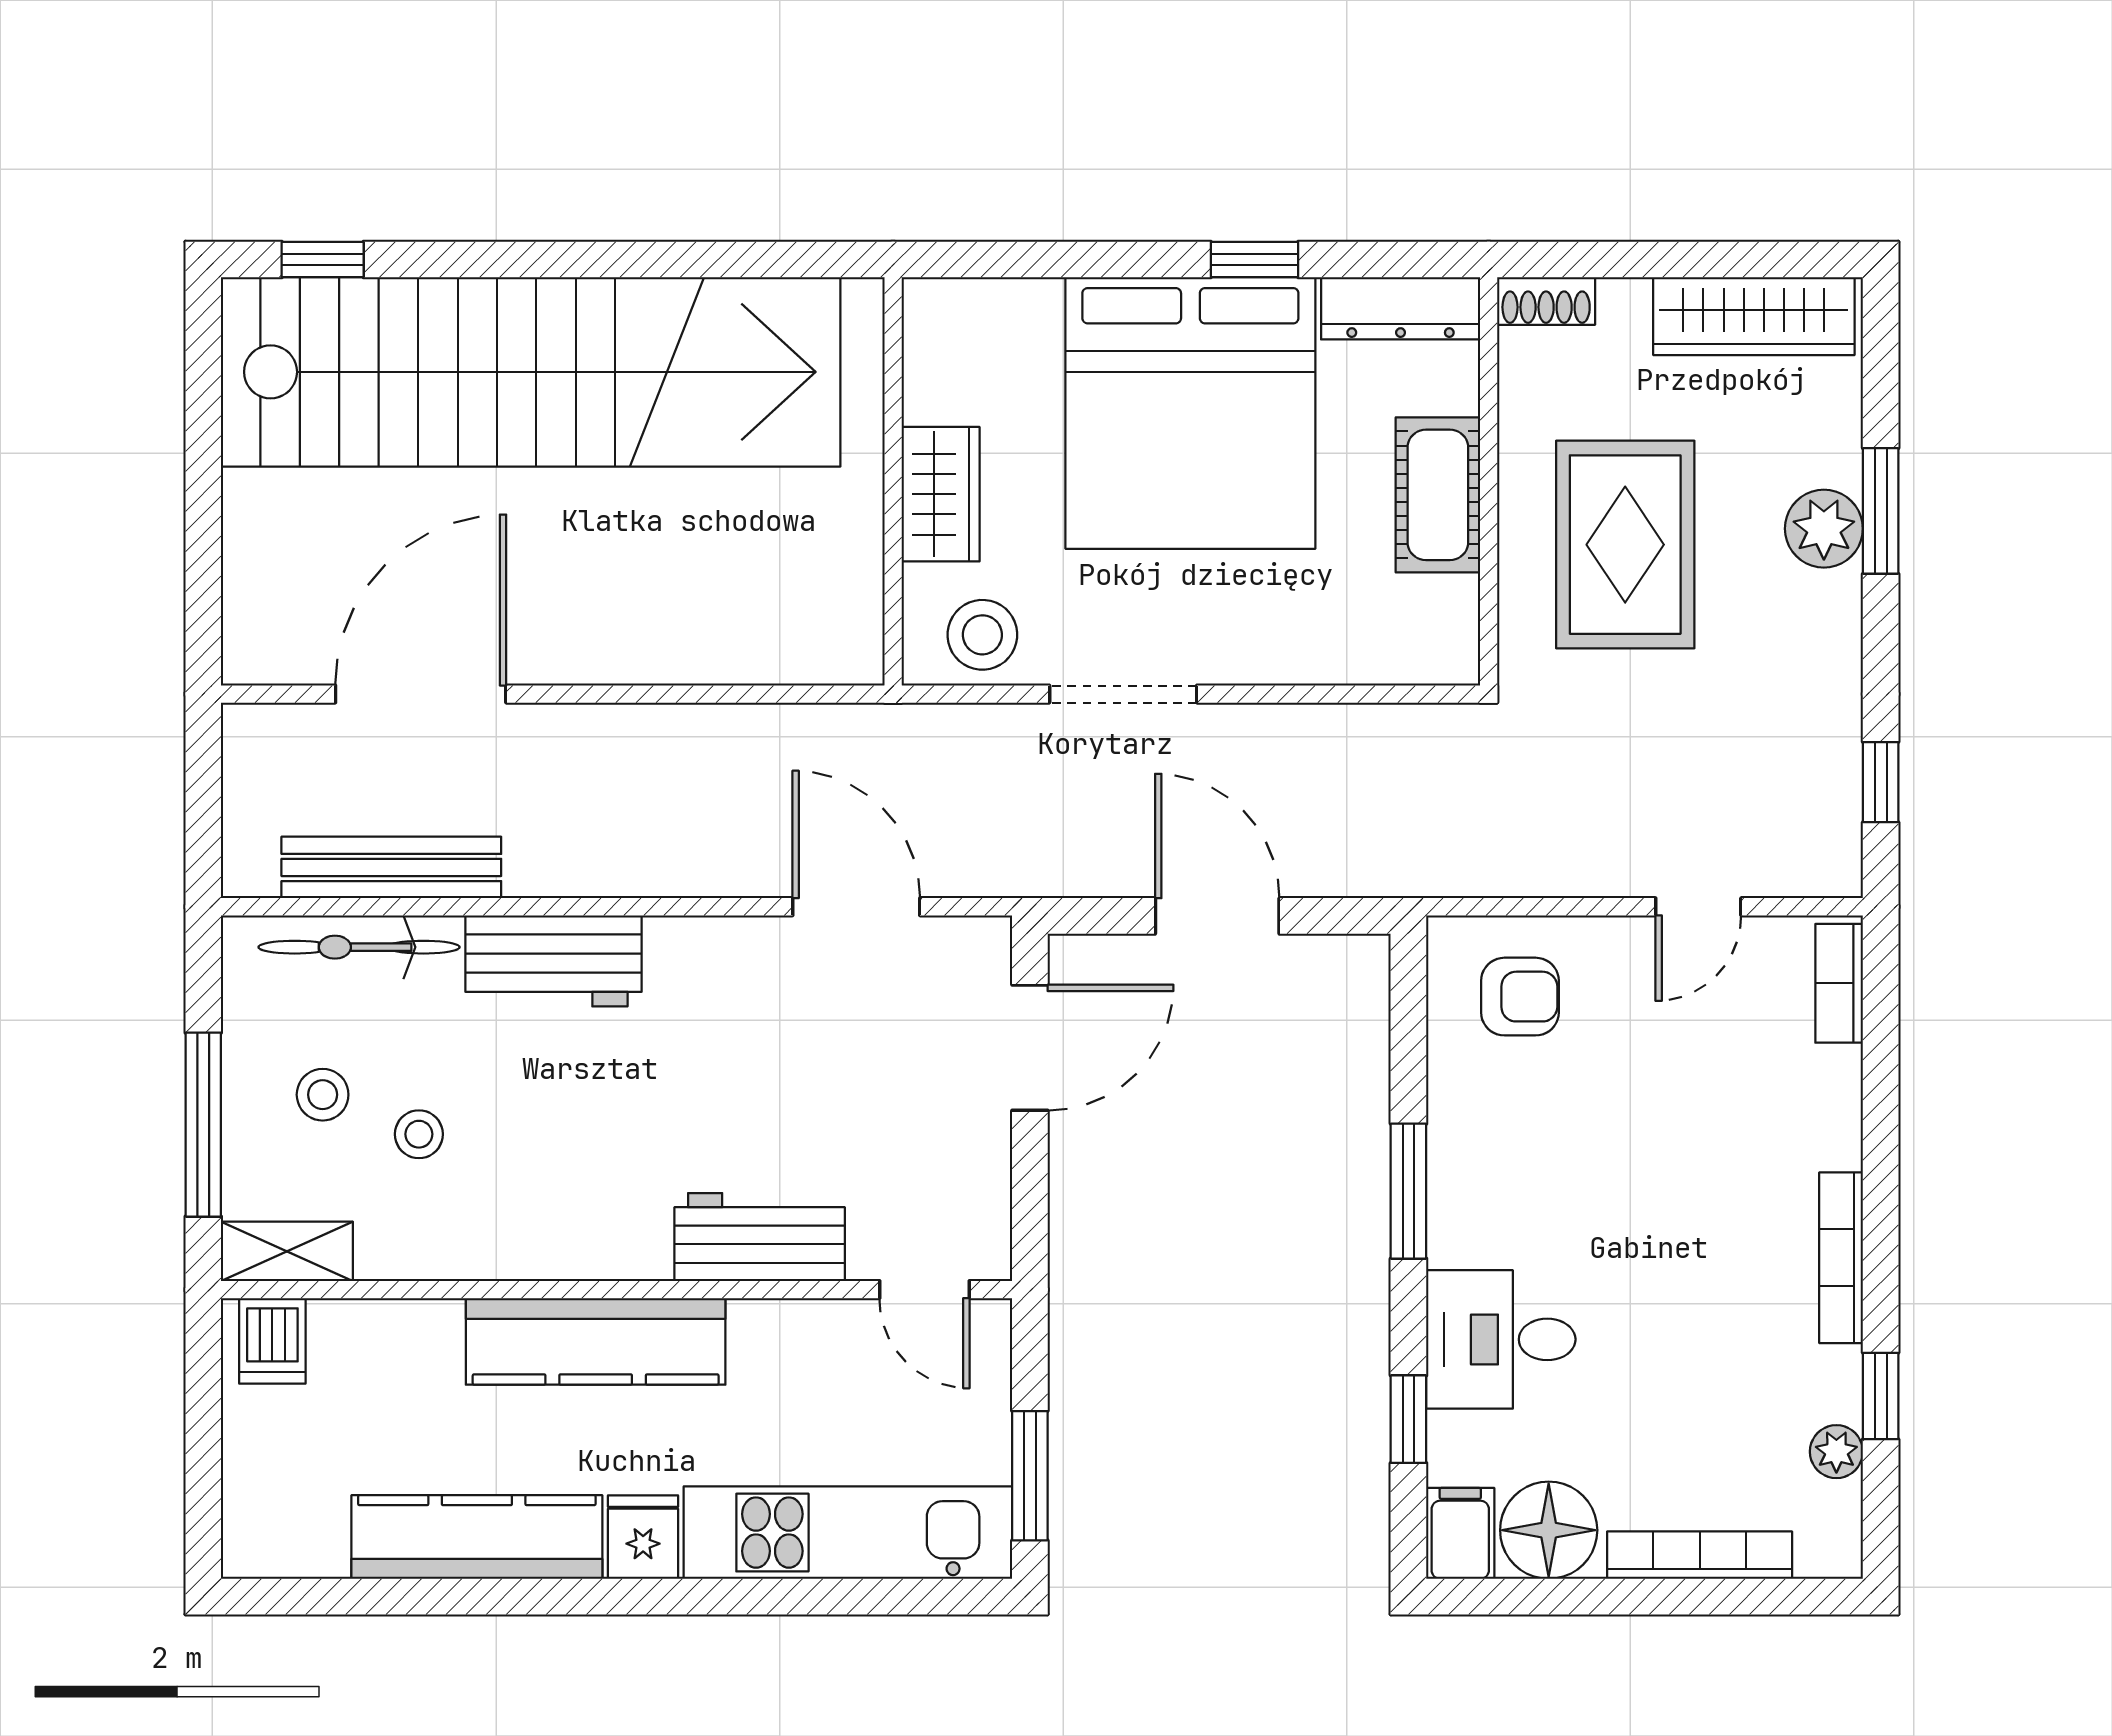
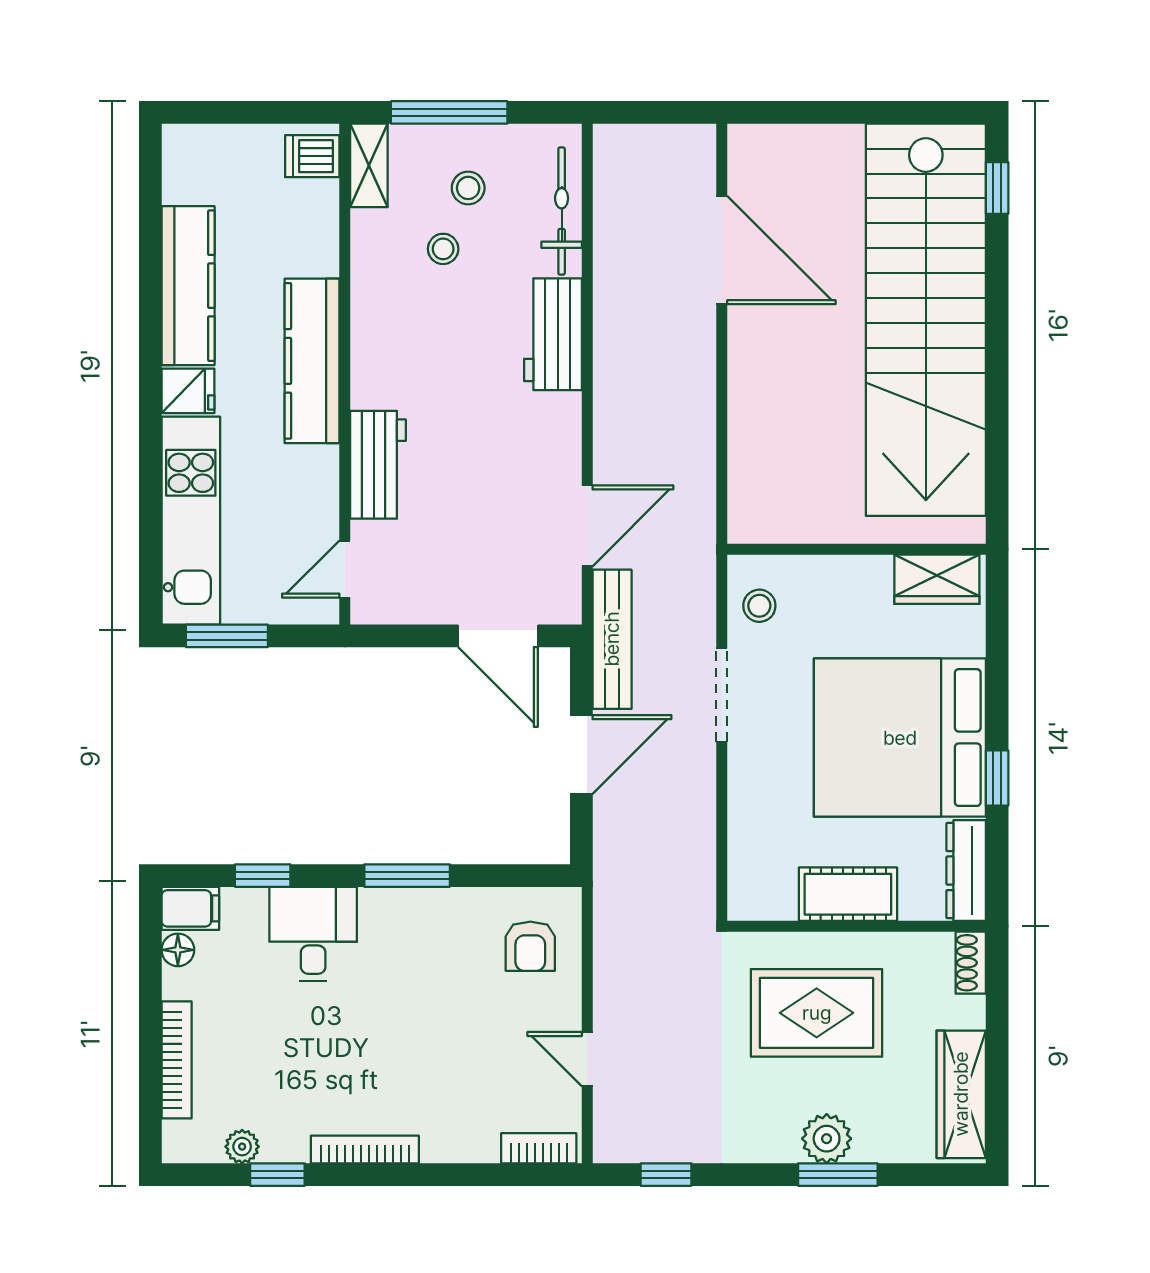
wardrobe: (941, 494) -> (937, 579), moved
stool: (982, 635) -> (759, 606), width x0.73, depth x0.73
bench: (391, 867) -> (612, 639), moved
floor lamp: (1549, 1530) -> (178, 950), width x0.53, depth x0.53

